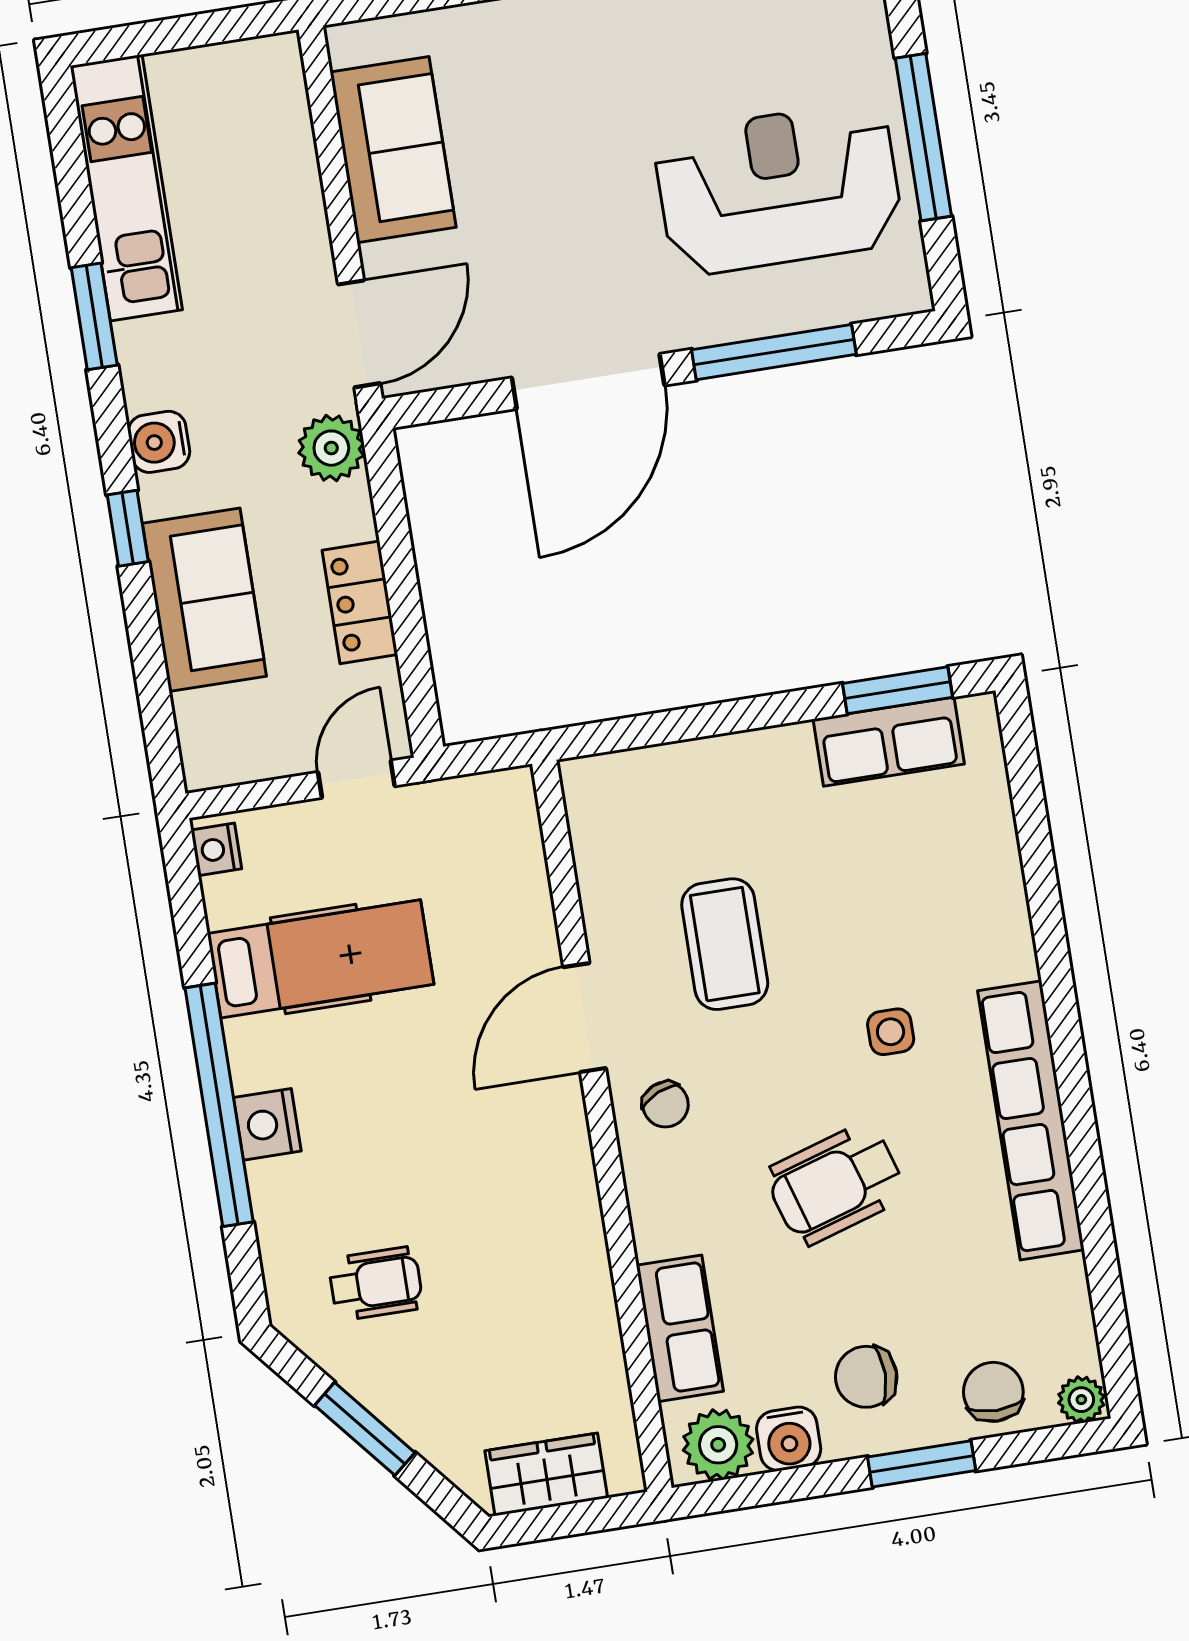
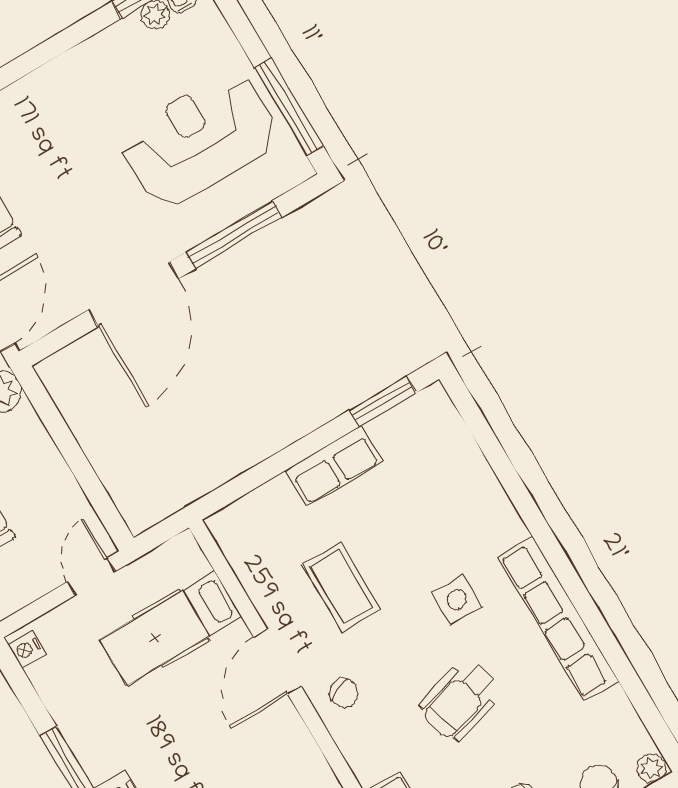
window: (923, 137) -> (289, 107), moved
locker: (360, 602) -> (53, 474), removed
row of seats: (889, 742) -> (334, 466), moved
hospital bed: (321, 959) -> (171, 628), moved, turned 180
side table: (891, 1032) -> (457, 600), width x1.37, depth x1.37

